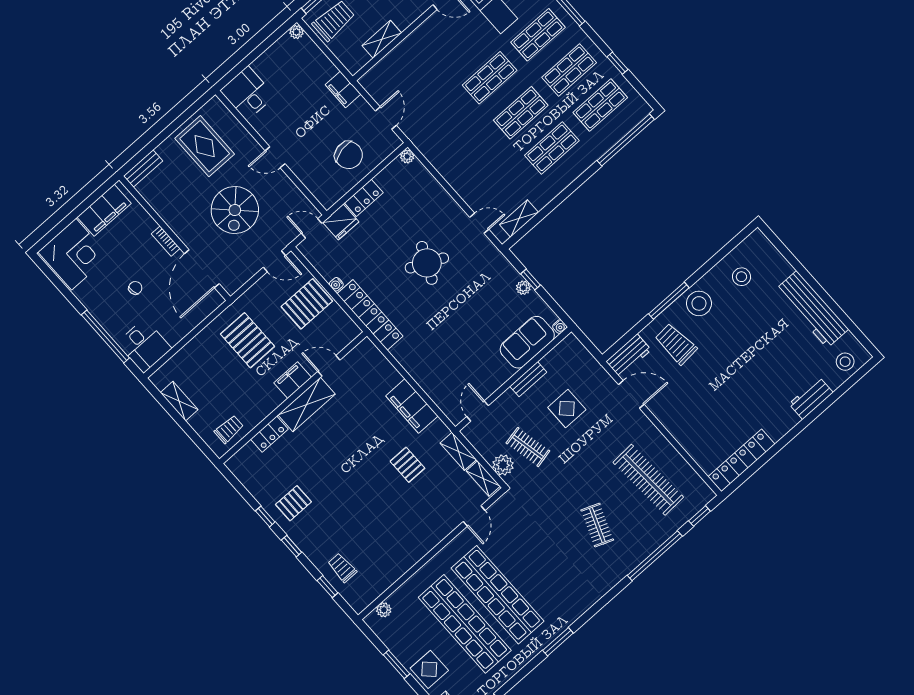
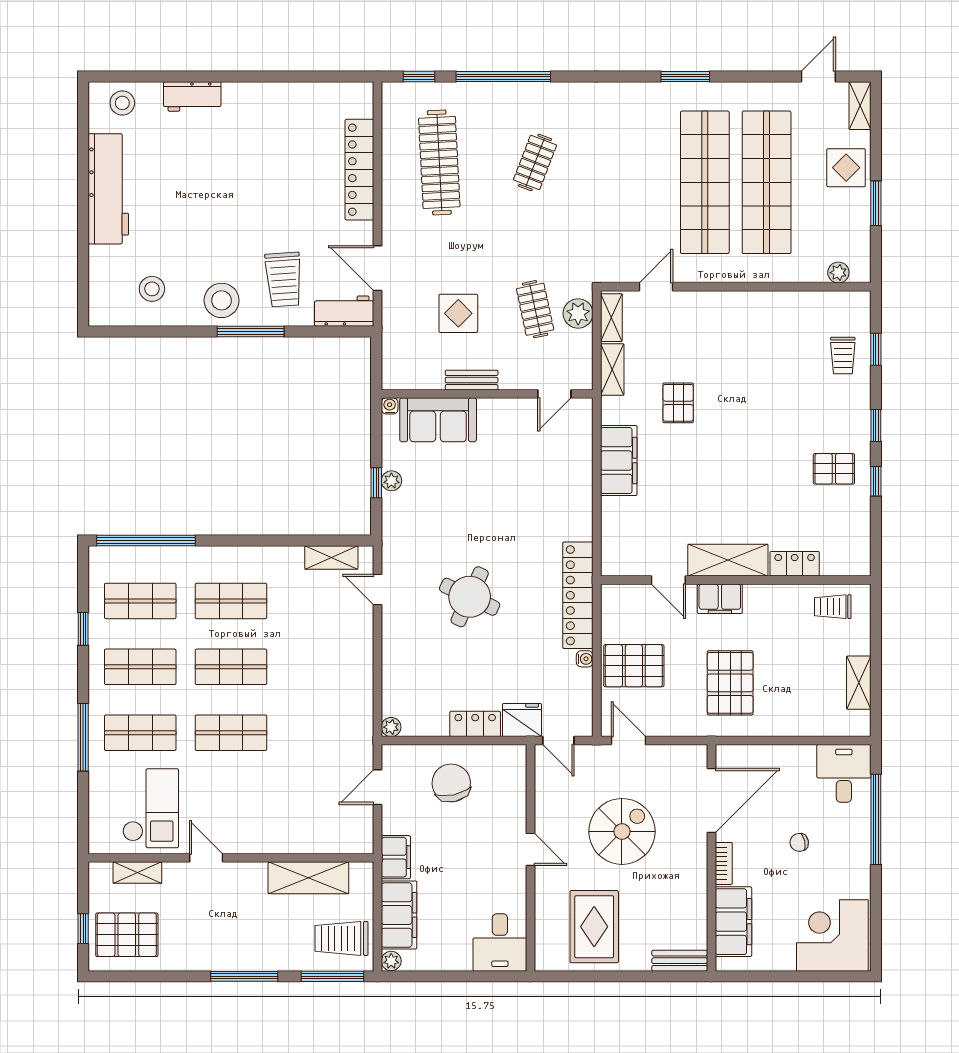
shelving: (382, 39) -> (308, 878), width x1.50, depth x1.33
filing cabinet: (314, 60) -> (399, 915), added
filing cabinet: (104, 210) -> (733, 922), moved, turned 90
locker: (741, 460) -> (359, 170), moved, turned 90

